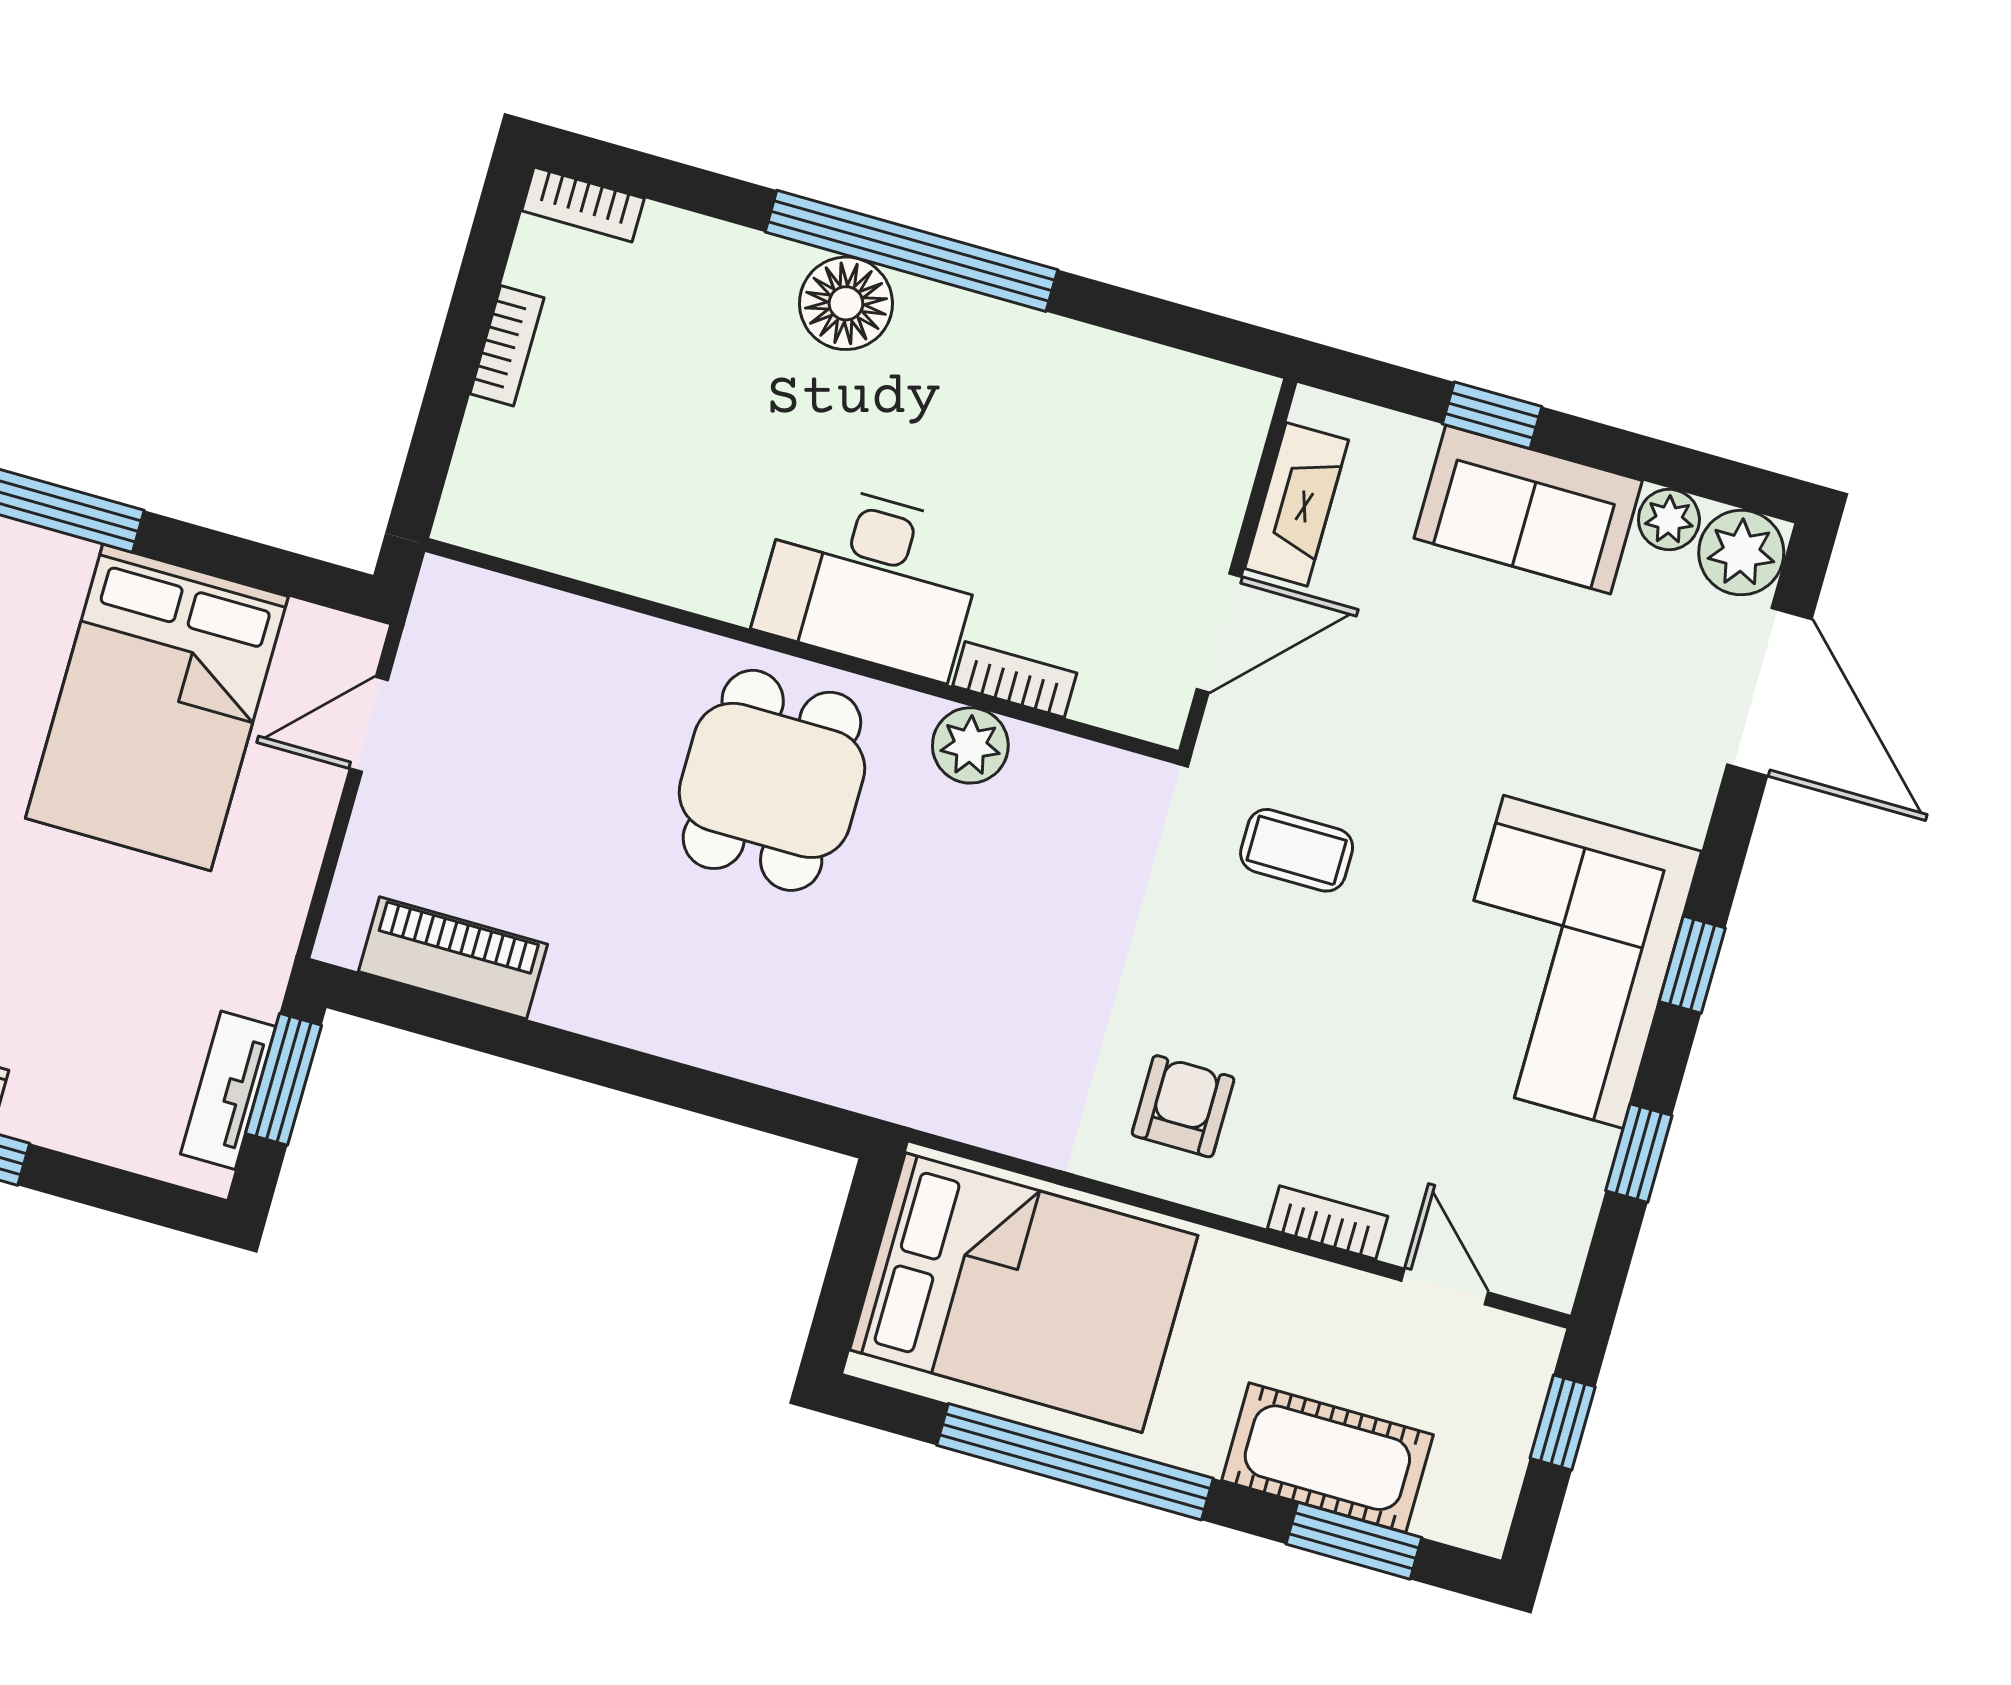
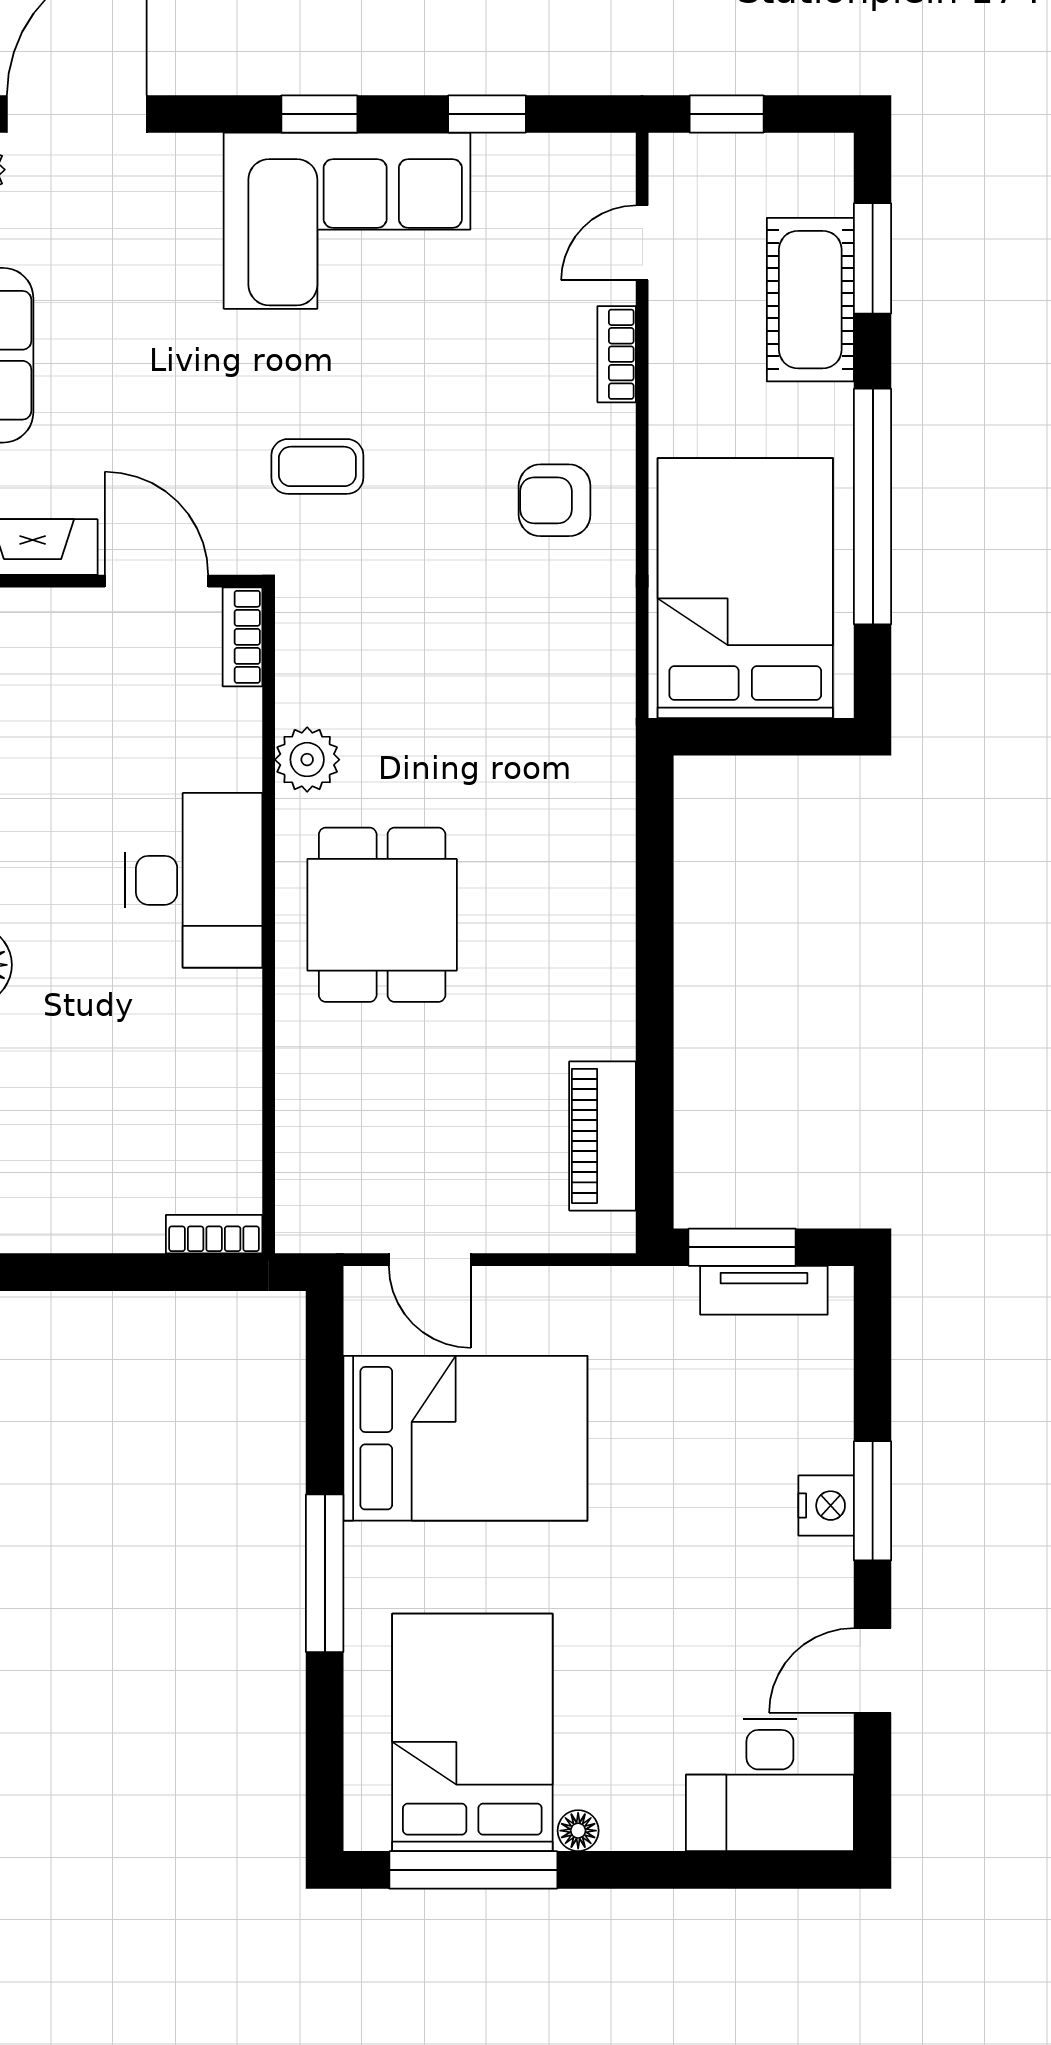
bookcase: (507, 346) -> (214, 1234), moved
bookcase: (1015, 680) -> (242, 637), moved
dining table: (772, 780) -> (382, 915), turned 90
coffee table: (1297, 850) -> (317, 466), turned 90

